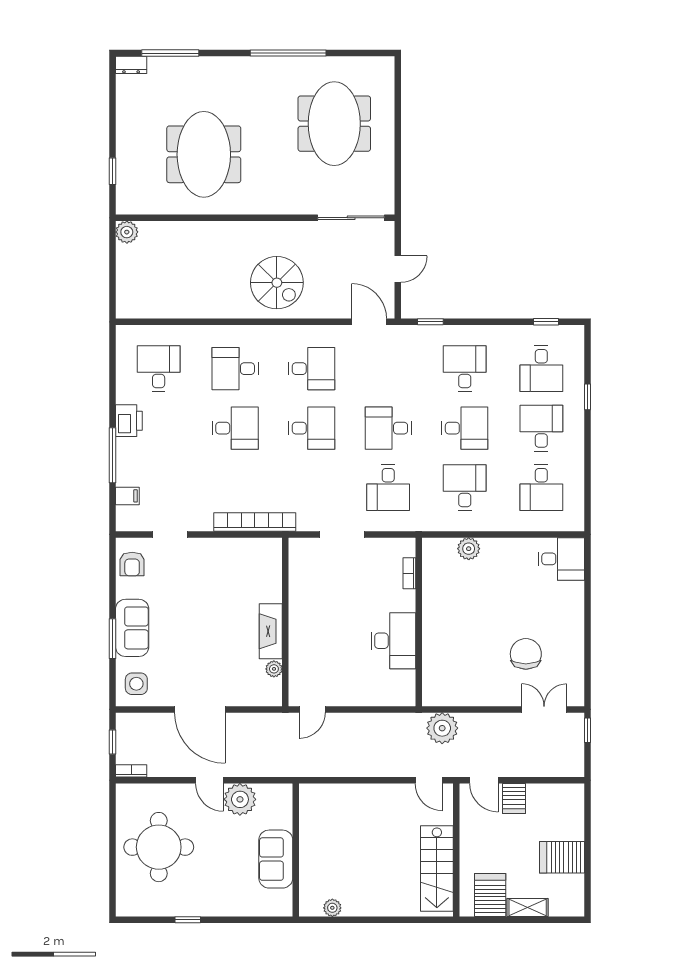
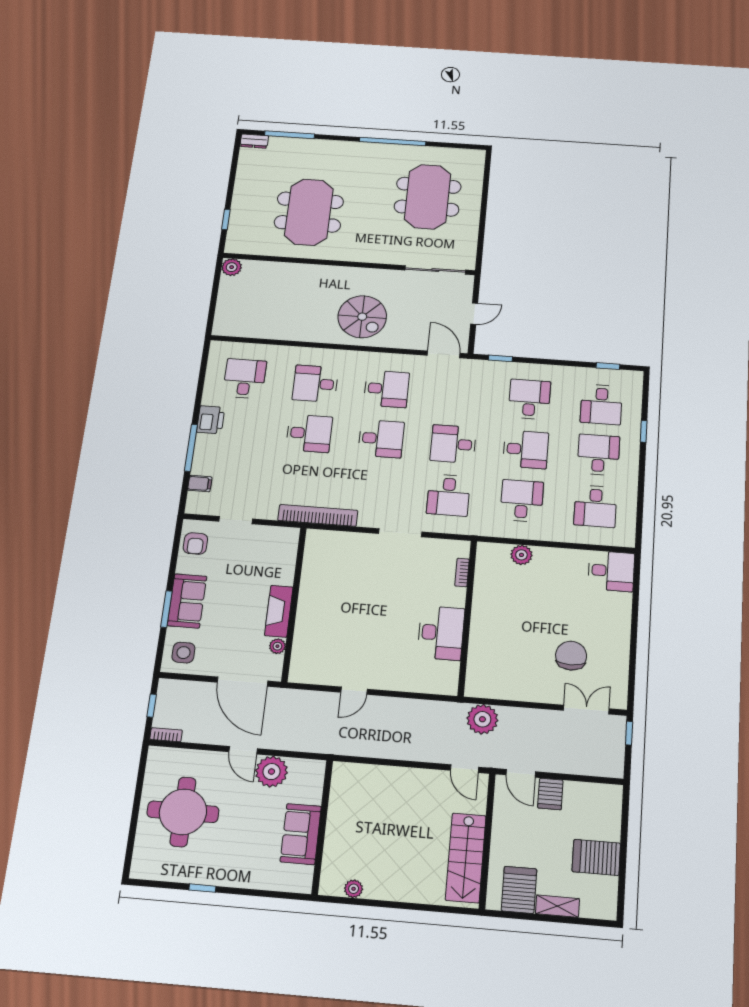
wall: (285, 622) -> (294, 604), moved
fireplace: (271, 631) -> (279, 611), moved
plant: (274, 669) -> (277, 646), moved

